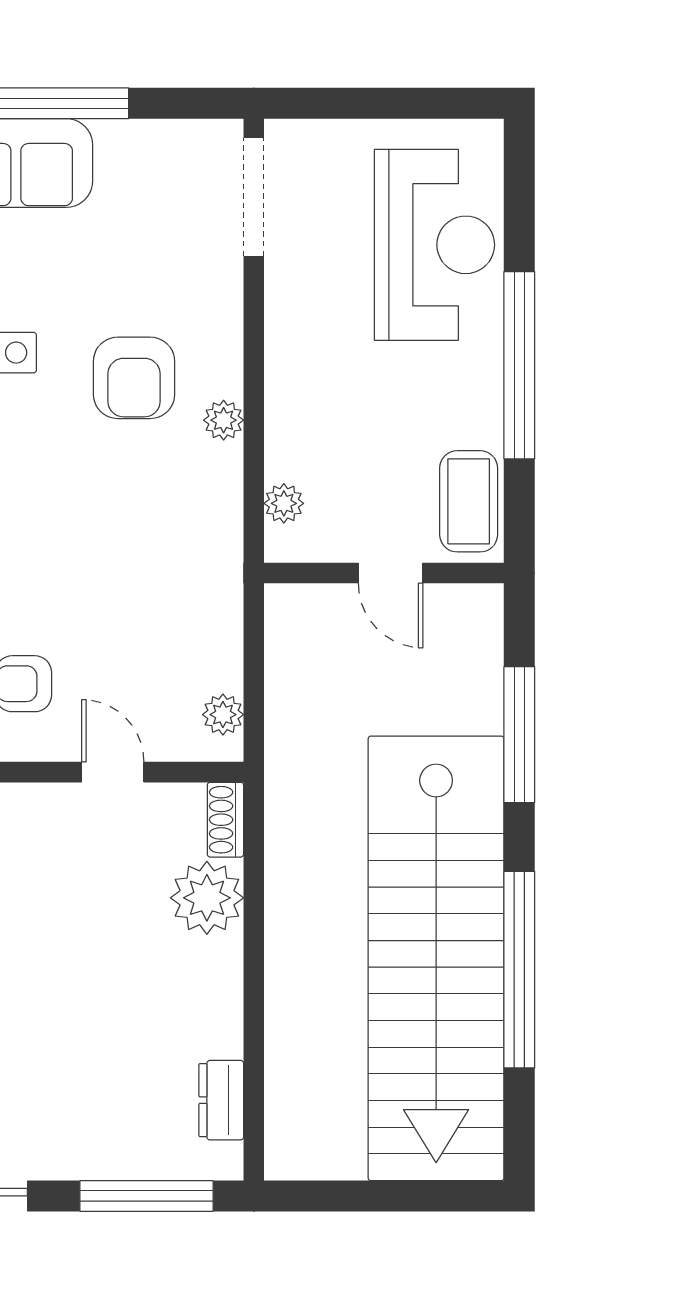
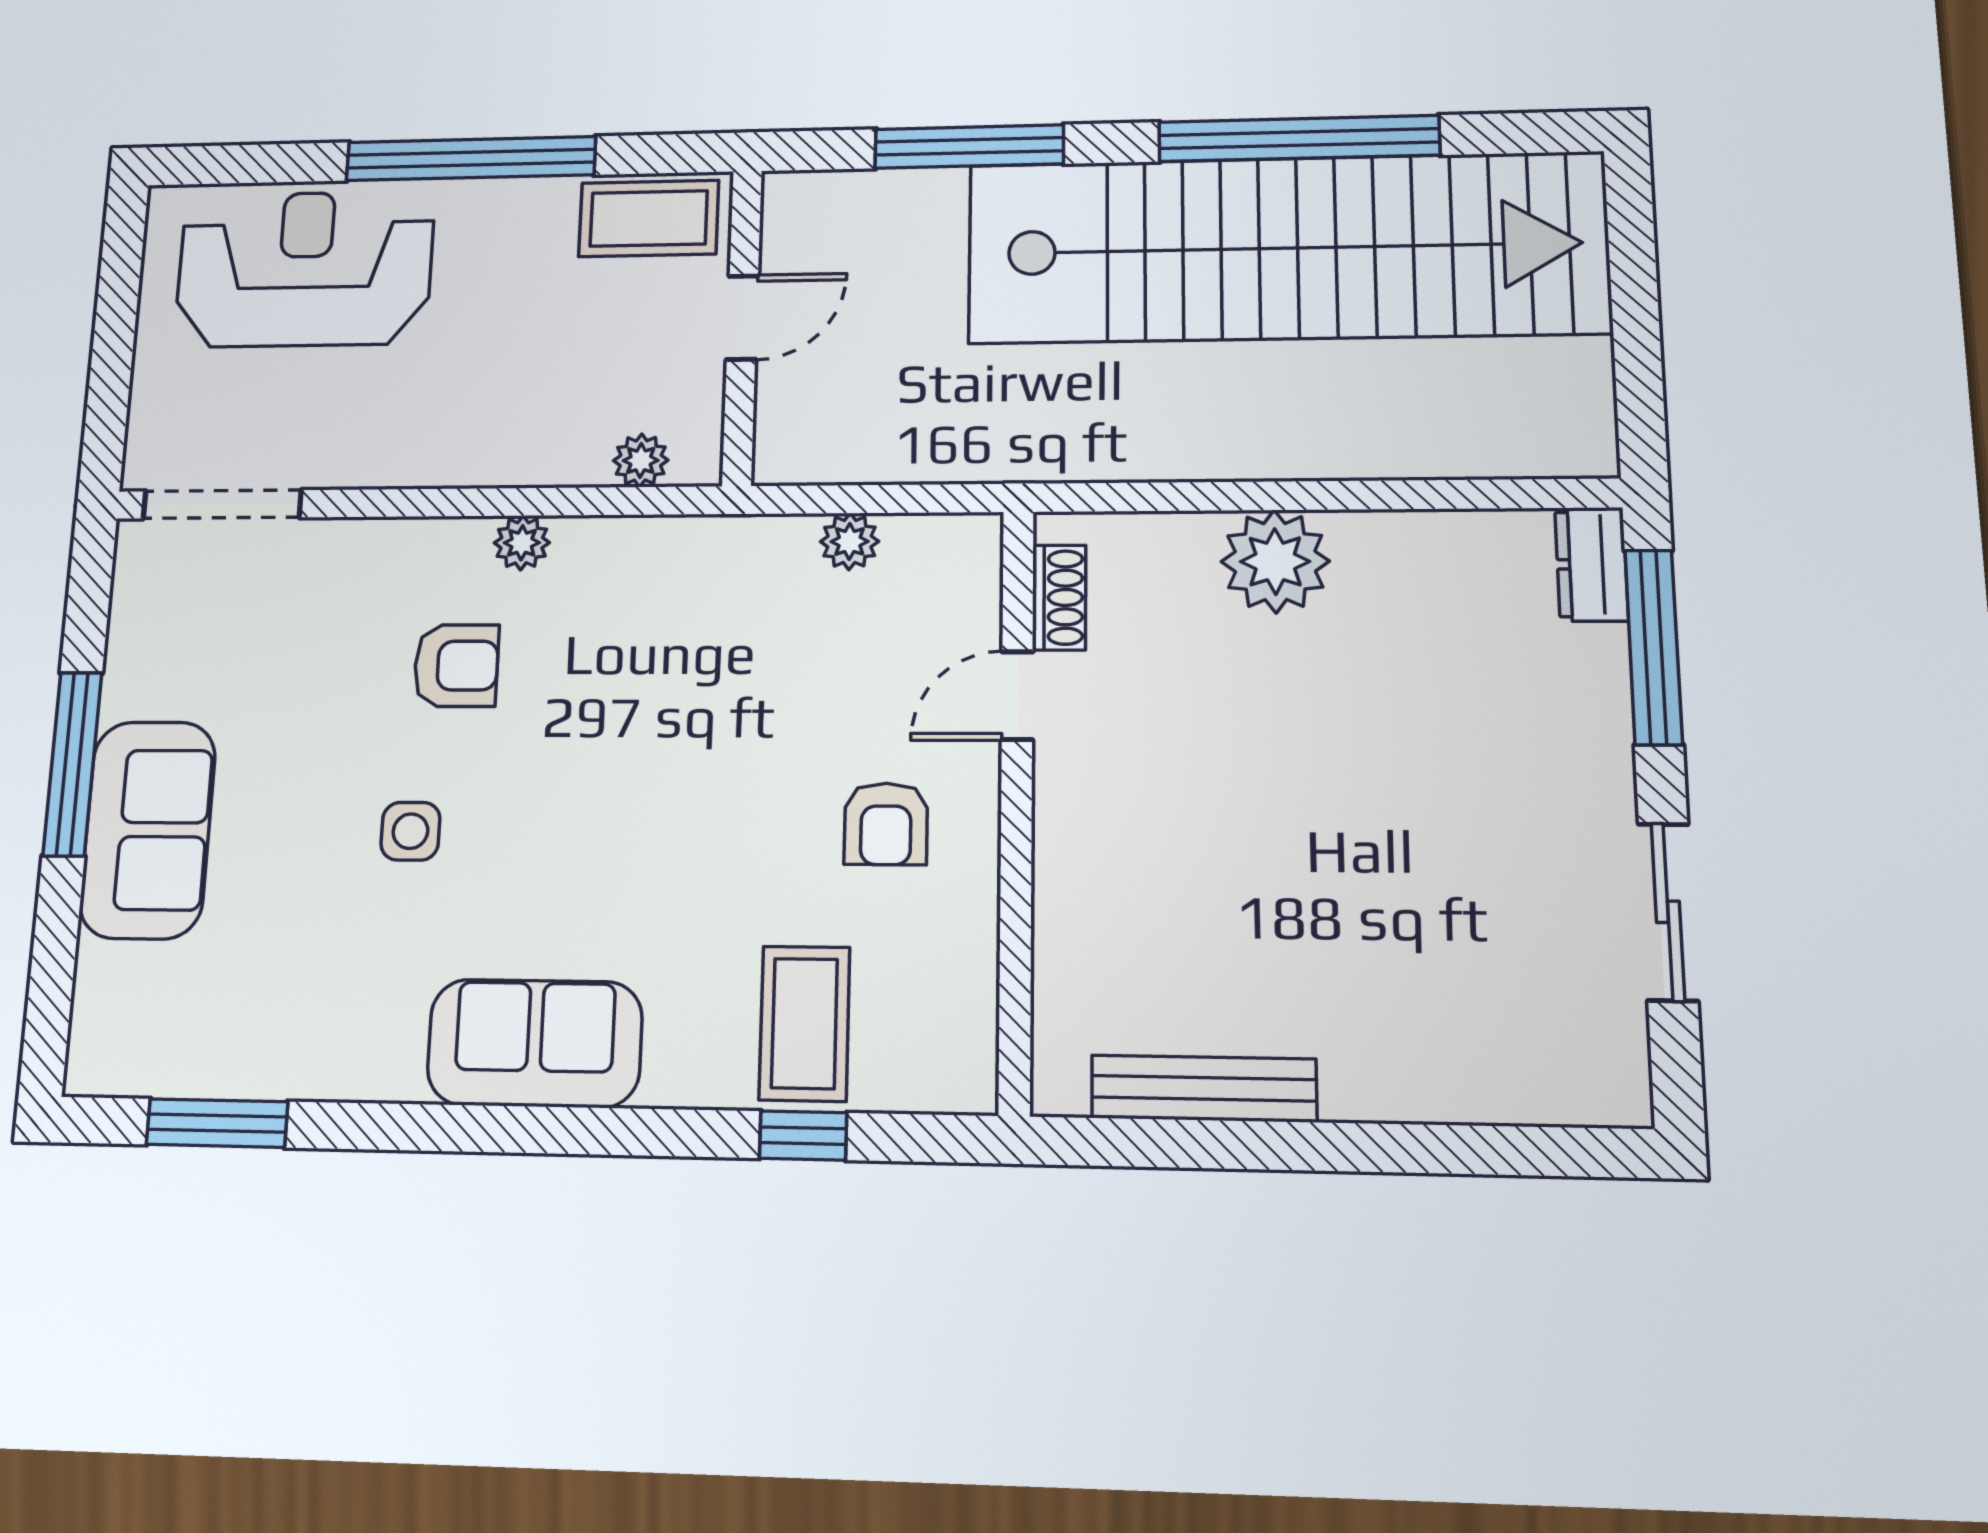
armchair: (134, 378) -> (456, 666), width x0.72, depth x0.72
plant: (223, 715) -> (850, 541), moved
shoe rack: (225, 820) -> (1059, 597), moved, turned -90
plant: (207, 898) -> (1275, 561), moved
dresser: (221, 1100) -> (1591, 564), moved, turned 90

